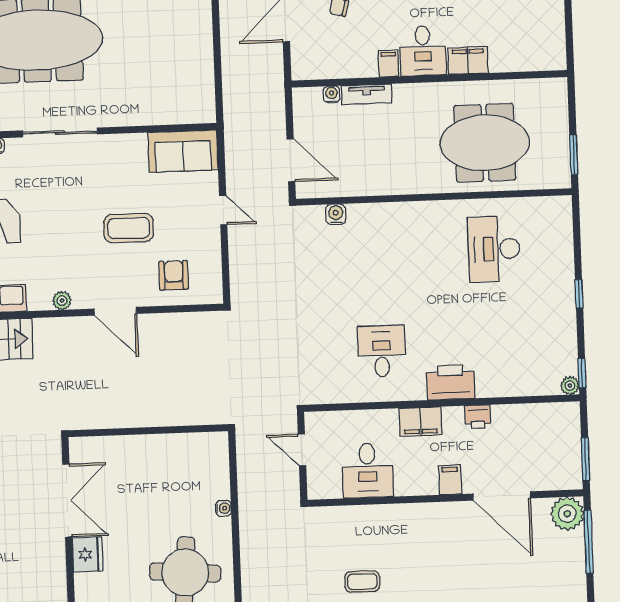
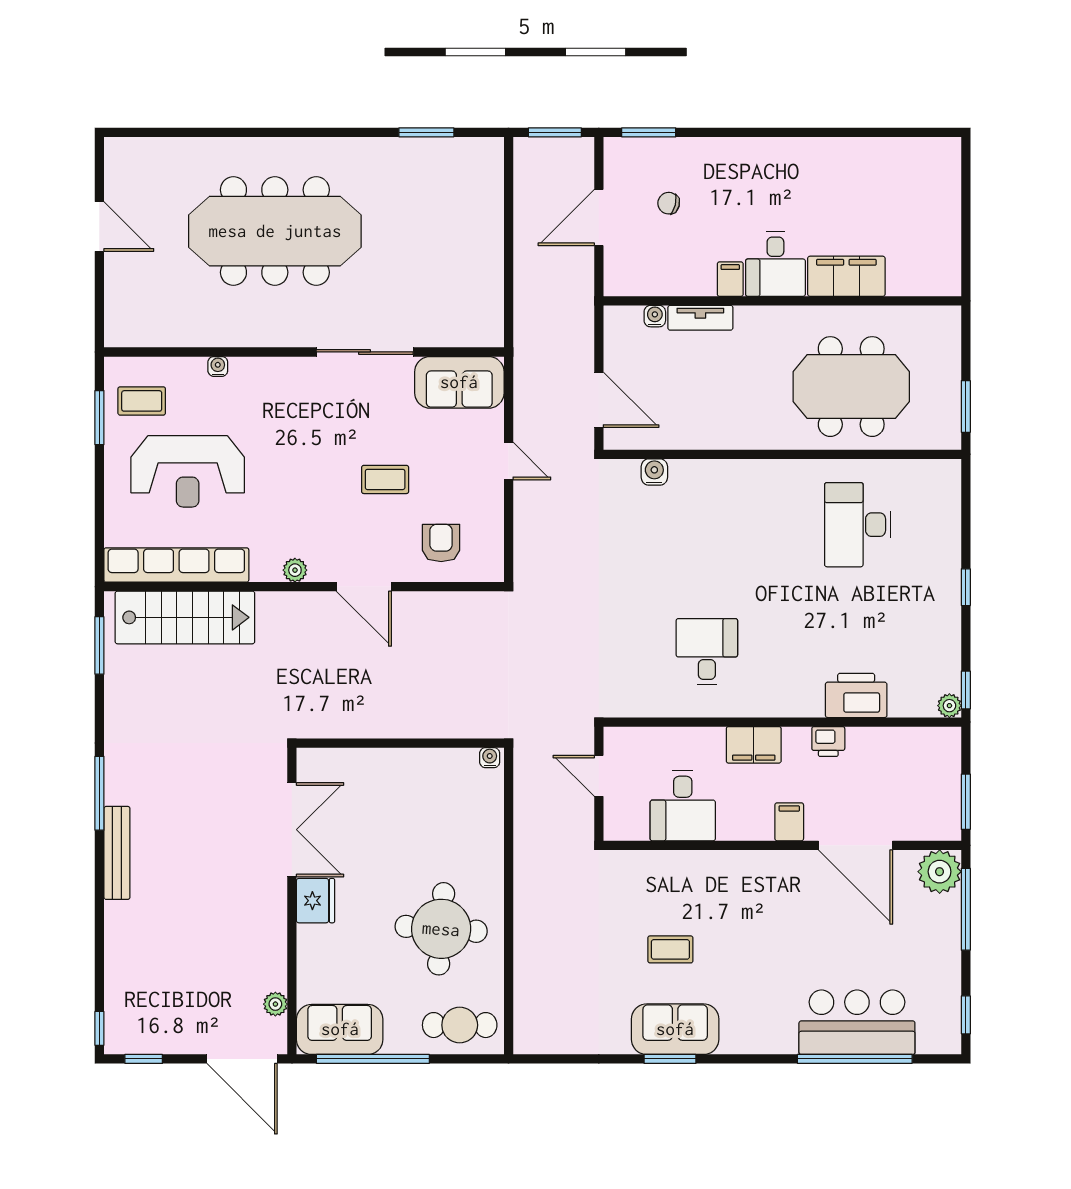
filing cabinet: (468, 61) -> (846, 276), width x1.50, depth x1.17
sliding door: (60, 132) -> (365, 352), moved
coffee table: (129, 228) -> (385, 479), width x0.73, depth x0.77
printer: (451, 382) -> (856, 695), moved
water cooler: (223, 508) -> (490, 758), moved, turned -90

